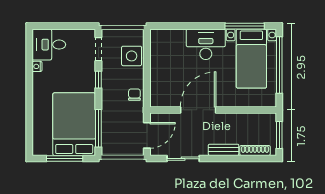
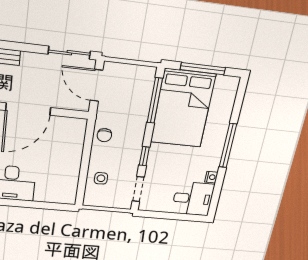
side table: (132, 56) -> (101, 178), width x0.54, depth x0.54
window: (29, 96) -> (228, 146), added
door: (147, 135) -> (96, 85), hinge flipped
sliding door: (183, 159) -> (69, 53), moved

